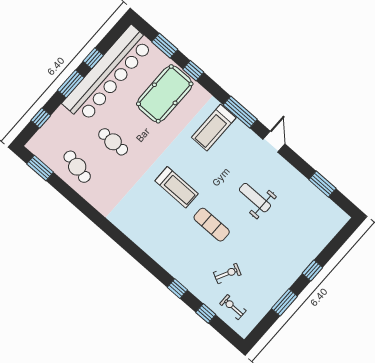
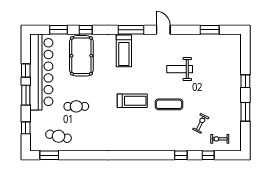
cafe table: (77, 167) -> (59, 136), moved

